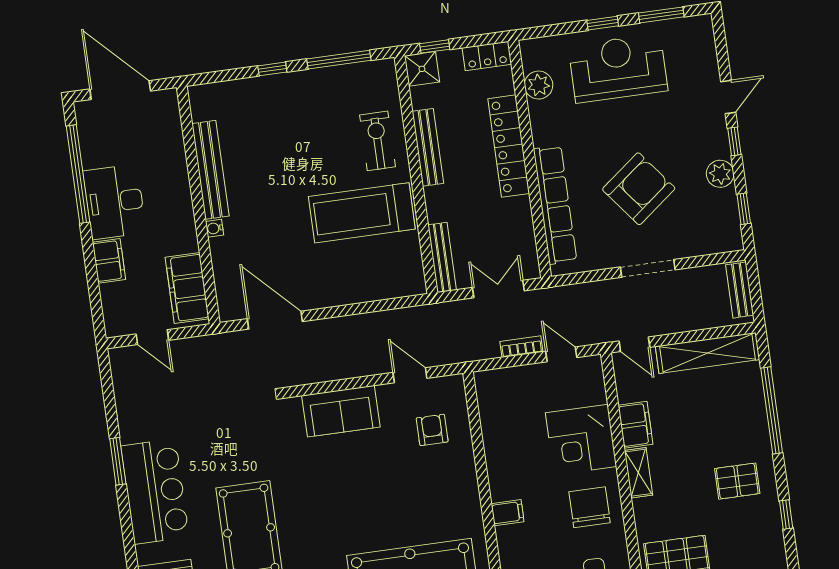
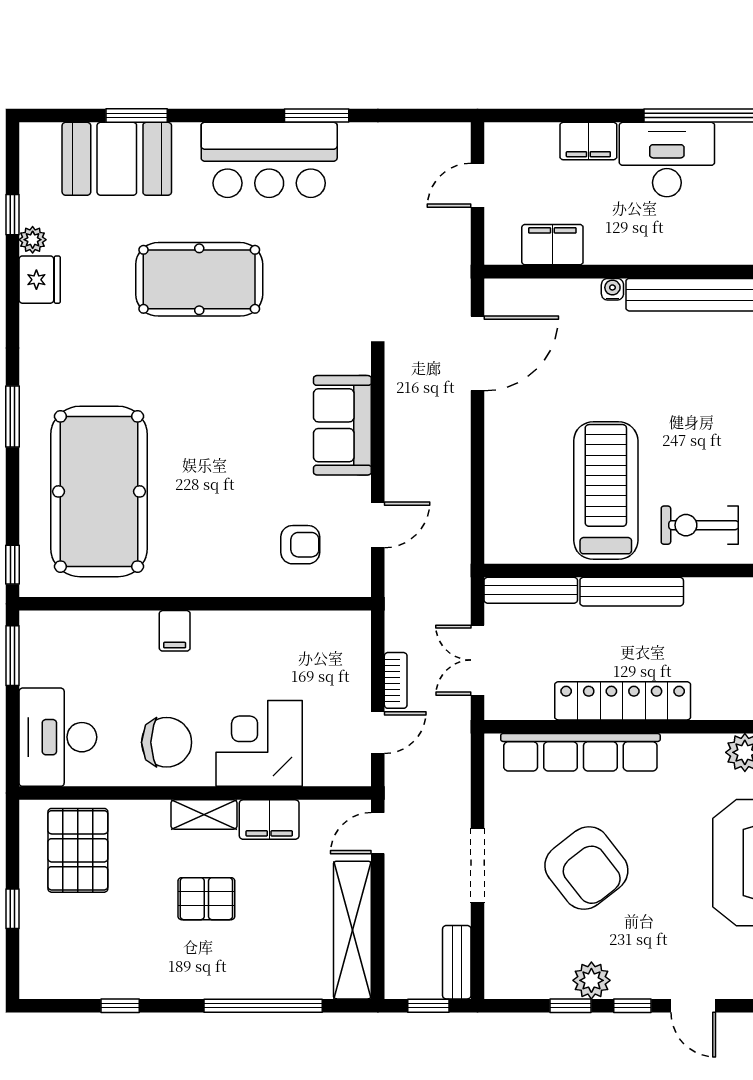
exercise bike: (378, 141) -> (700, 525), turned 180
locker: (509, 146) -> (623, 701), moved
bench: (428, 147) -> (632, 592), moved
window: (744, 209) -> (571, 1006), moved
filing cabinet: (187, 288) -> (552, 245), width x0.67, depth x0.86
double door: (498, 289) -> (477, 660), swing flipped
bench: (740, 290) -> (457, 962), moved, turned 90
window: (755, 290) -> (428, 1006), added
pallet: (737, 481) -> (206, 899), moved, turned 90

